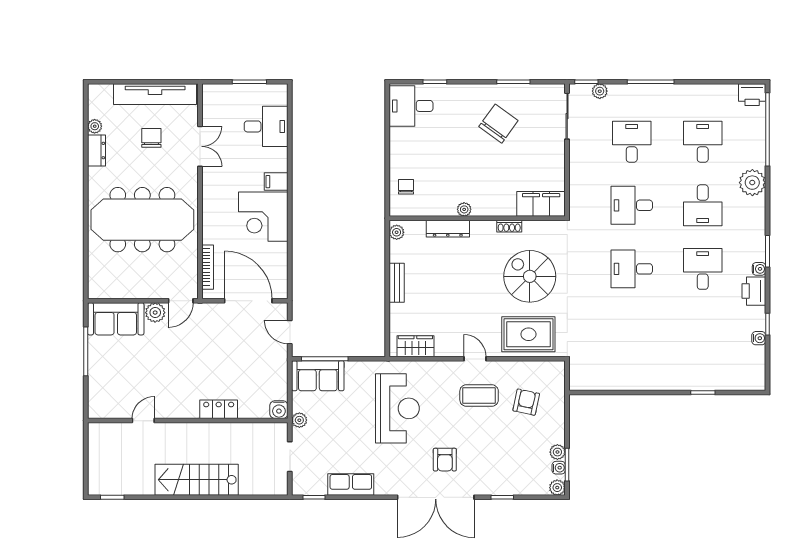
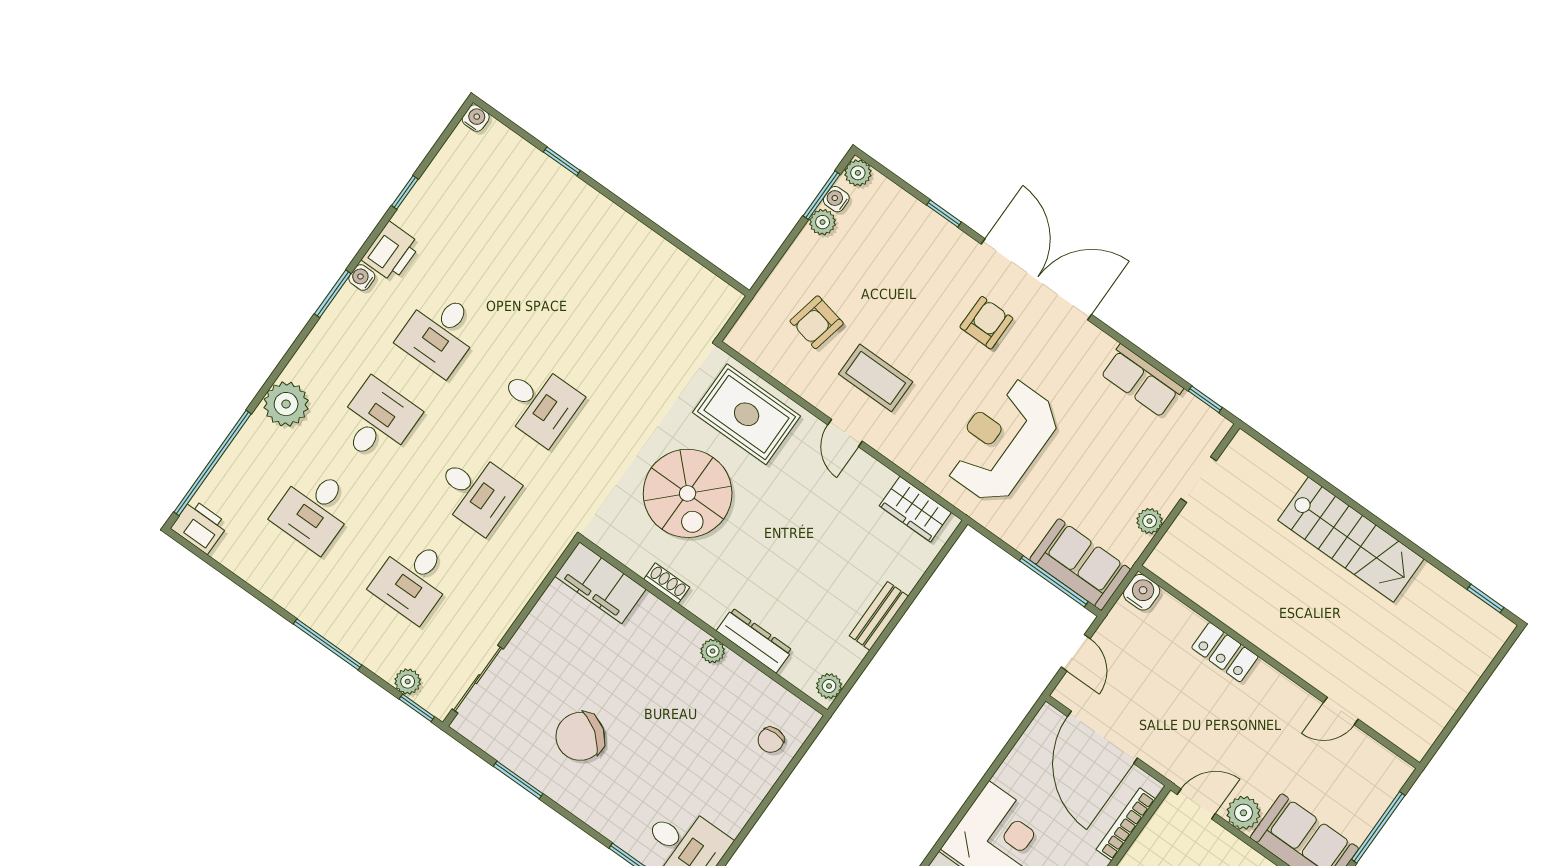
water cooler: (759, 338) -> (476, 118), moved, turned 90
locker: (219, 409) -> (1225, 652), moved
water cooler: (279, 410) -> (1142, 592), moved
door: (143, 421) -> (1341, 711), moved
wall: (188, 421) -> (1279, 667), moved

